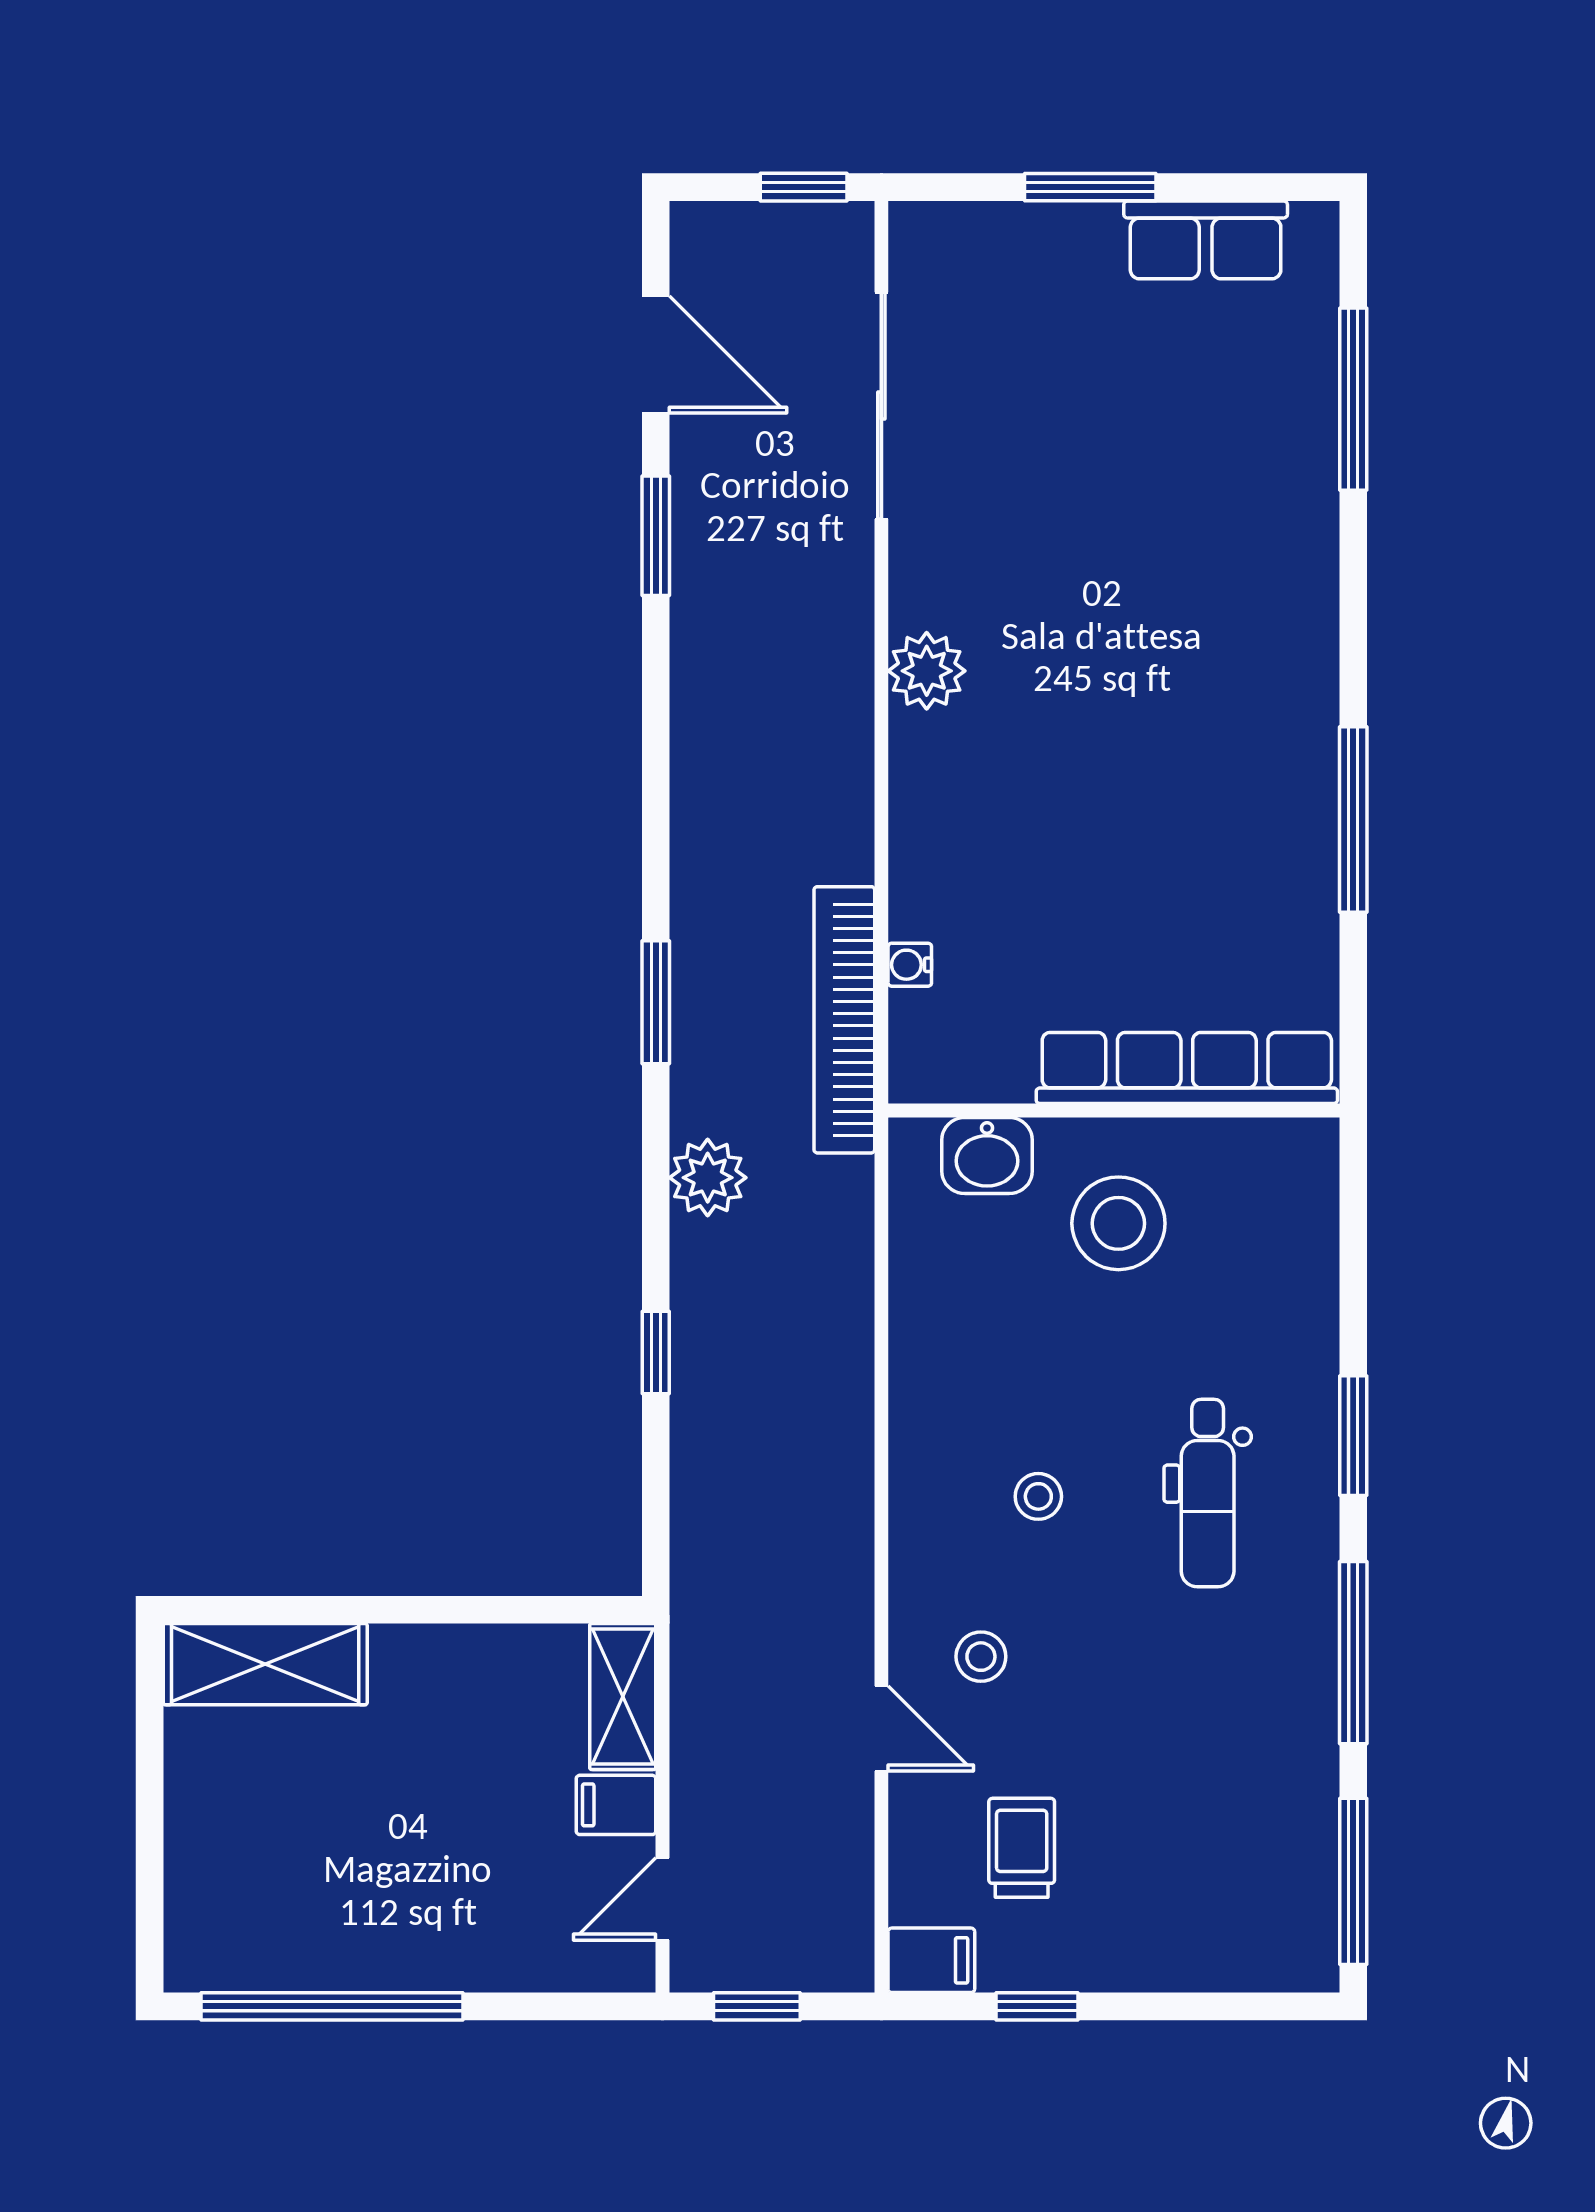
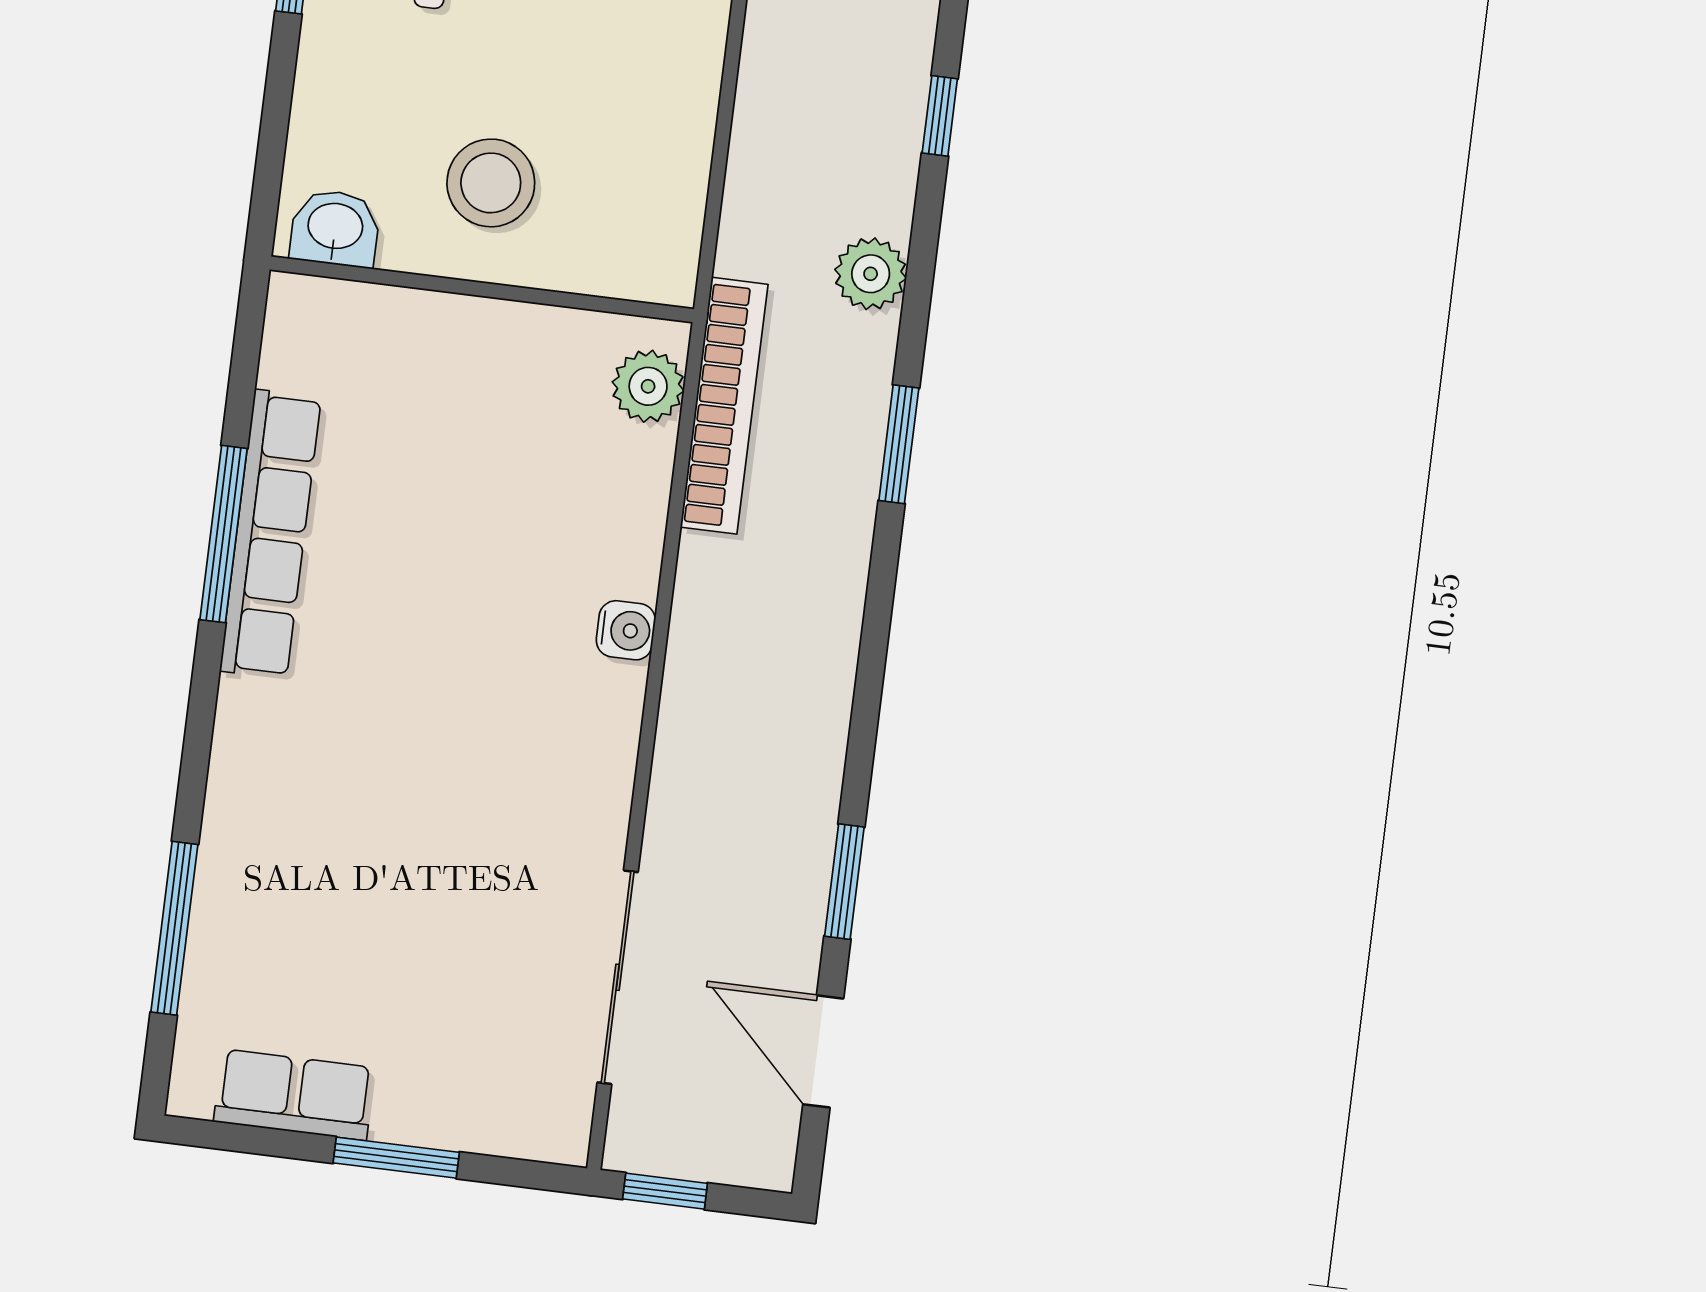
plant: (927, 671) -> (648, 386), moved
water cooler: (910, 965) -> (626, 630), moved, width x1.38, depth x1.38
row of seats: (1187, 1068) -> (270, 534), moved, turned -90
washbasin: (987, 1156) -> (335, 228), moved

